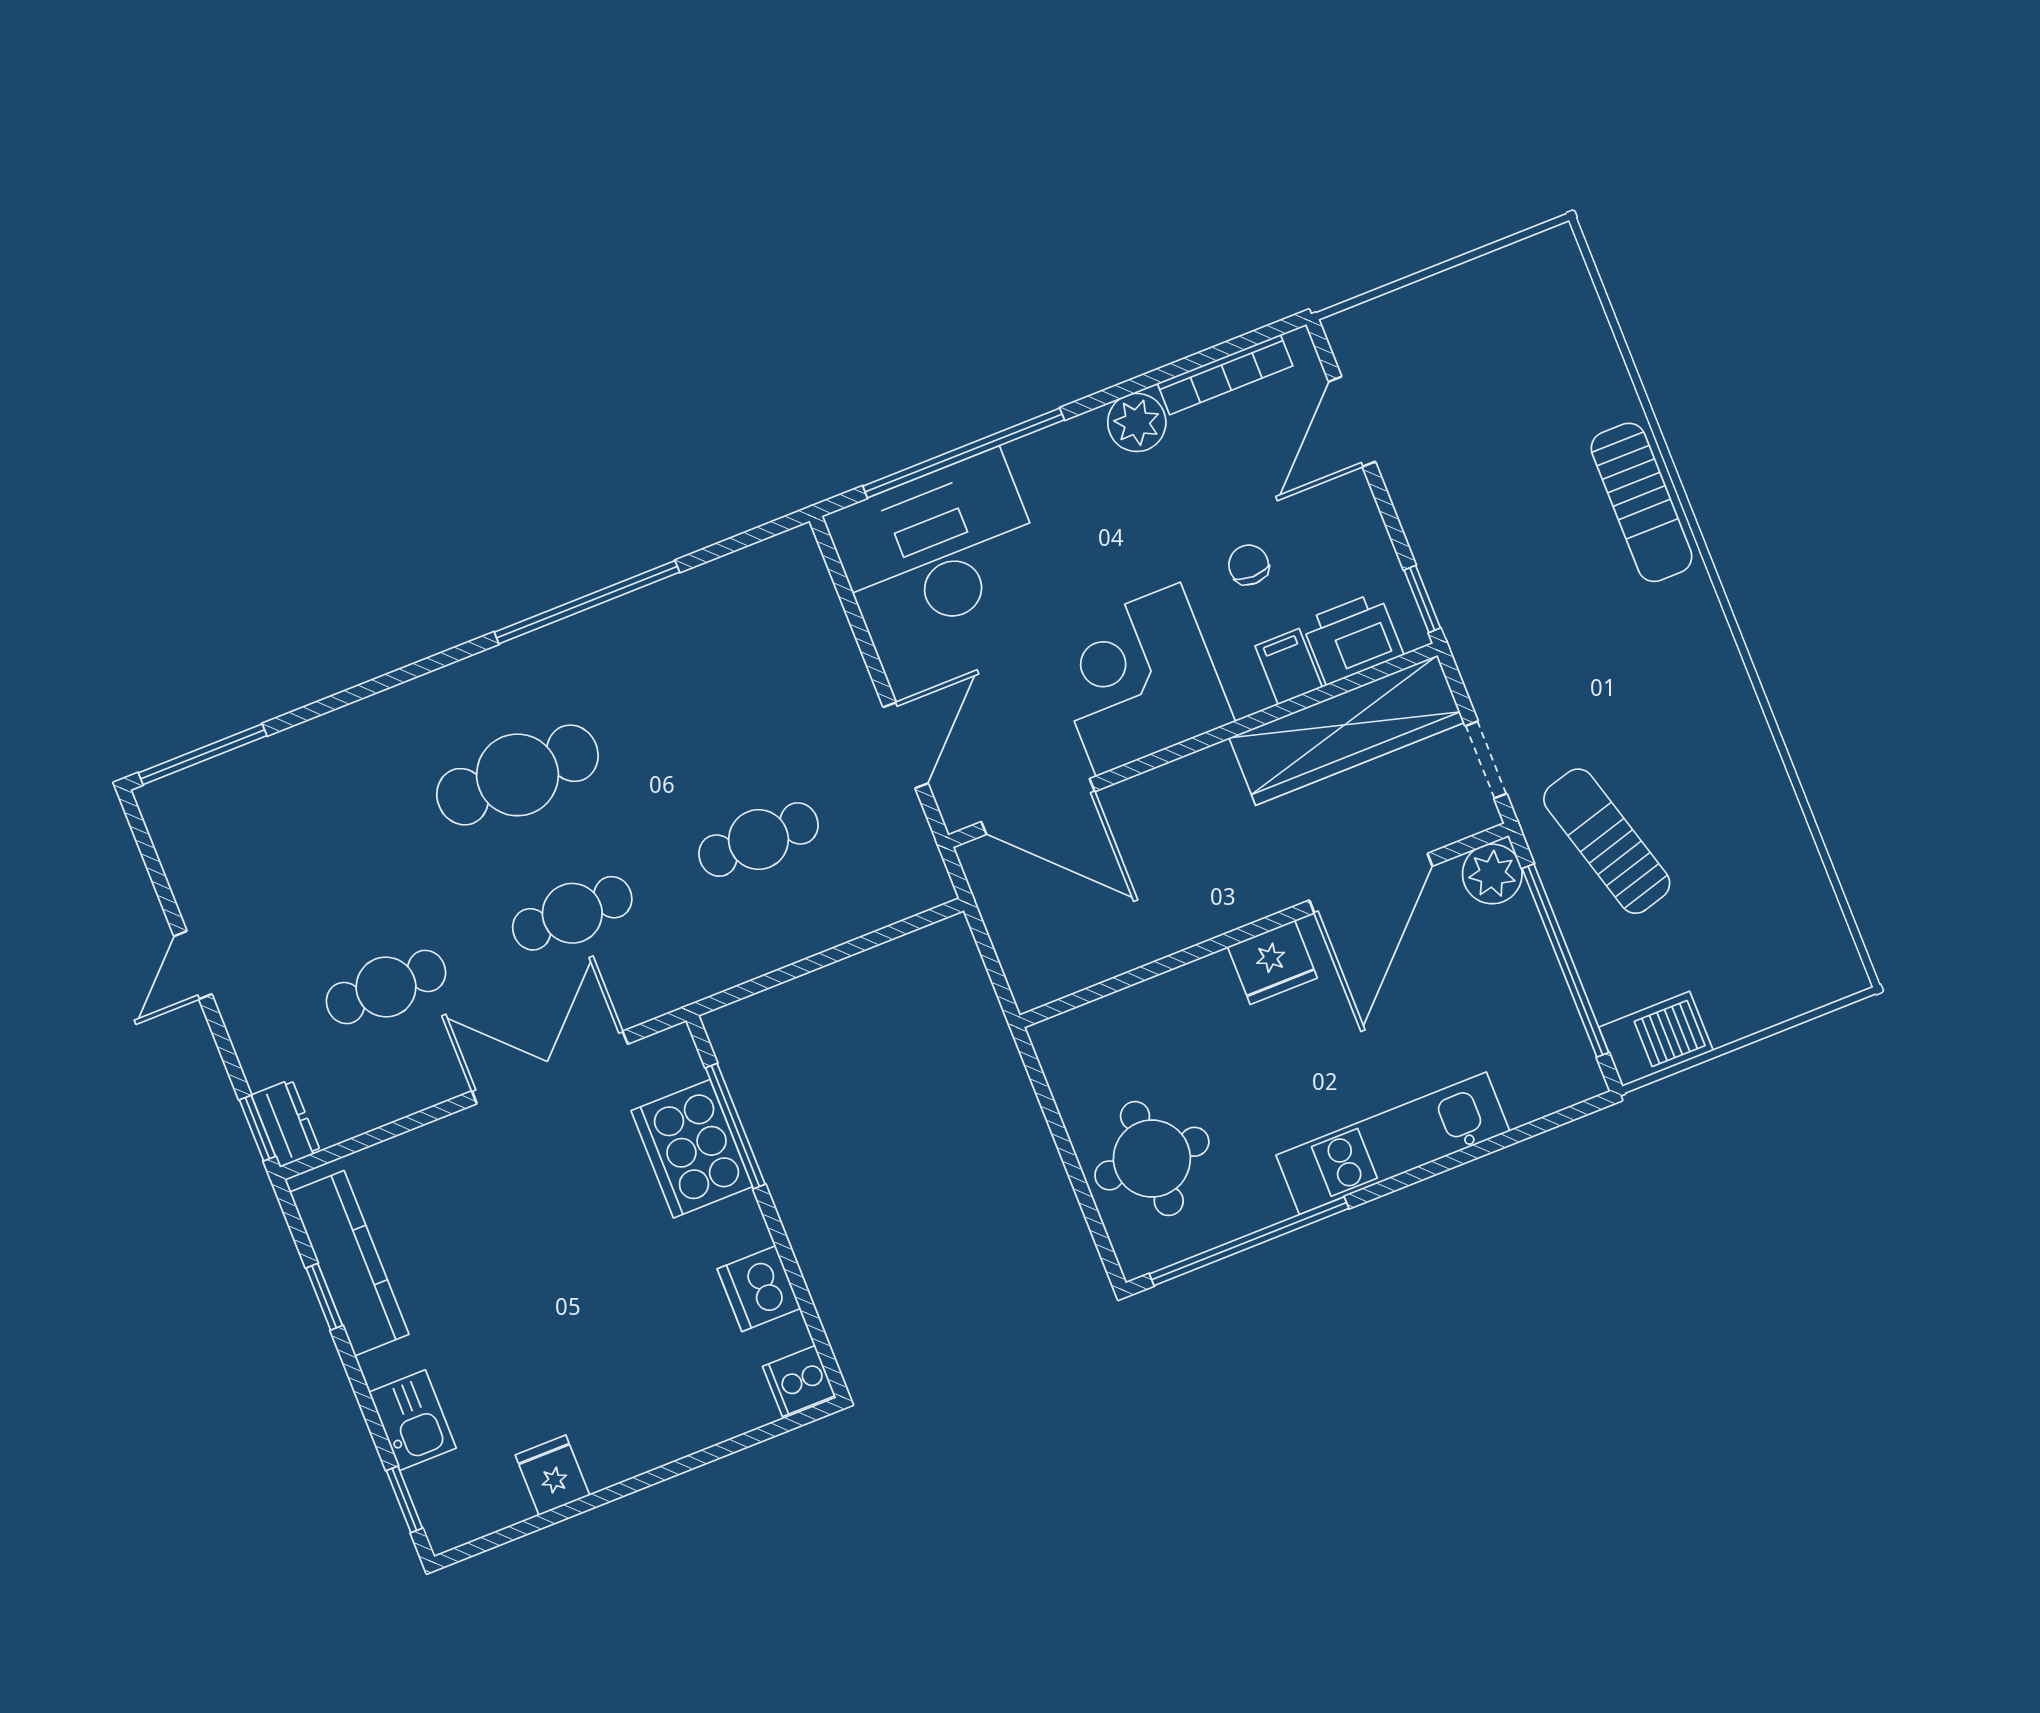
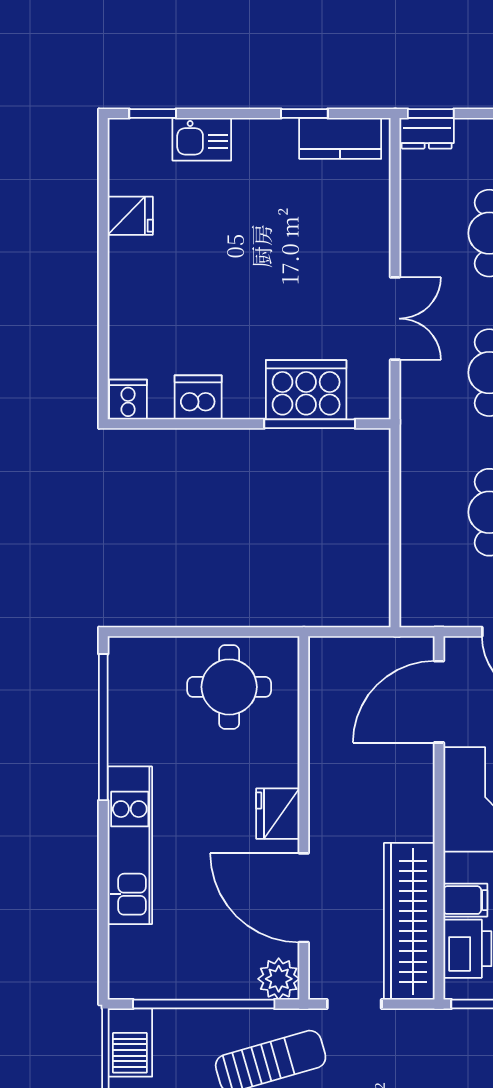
double door: (550, 1067) -> (395, 319), width x0.73
round table: (1152, 1159) -> (229, 687), moved
kitchen counter: (349, 1263) -> (340, 138), width x0.67

